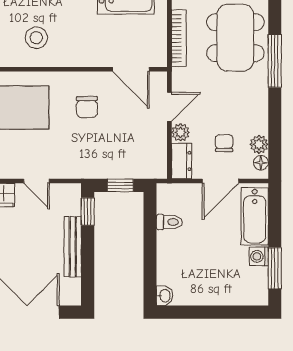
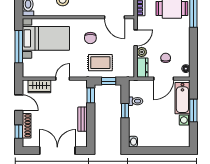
plant: (259, 144) -> (185, 59), removed
rug: (105, 152) -> (100, 63), added
door: (37, 181) -> (63, 79), swing flipped
window: (150, 239) -> (125, 111), added
bench: (73, 247) -> (83, 119), width x0.73
window: (275, 268) -> (193, 110), moved

